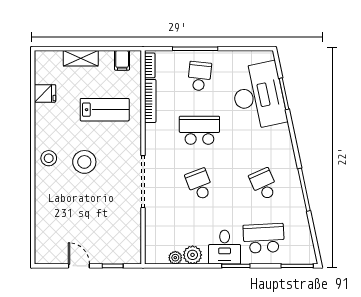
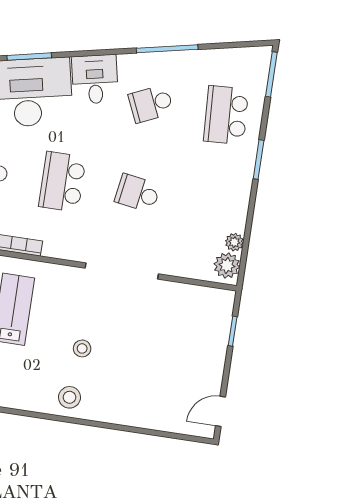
stool: (84, 162) -> (82, 348), width x0.53, depth x0.53
school desk: (199, 184) -> (137, 193), turned 30
desk: (225, 247) -> (95, 79), moved, turned -102
plant: (193, 255) -> (227, 265), moved
door: (79, 266) -> (220, 411), moved

